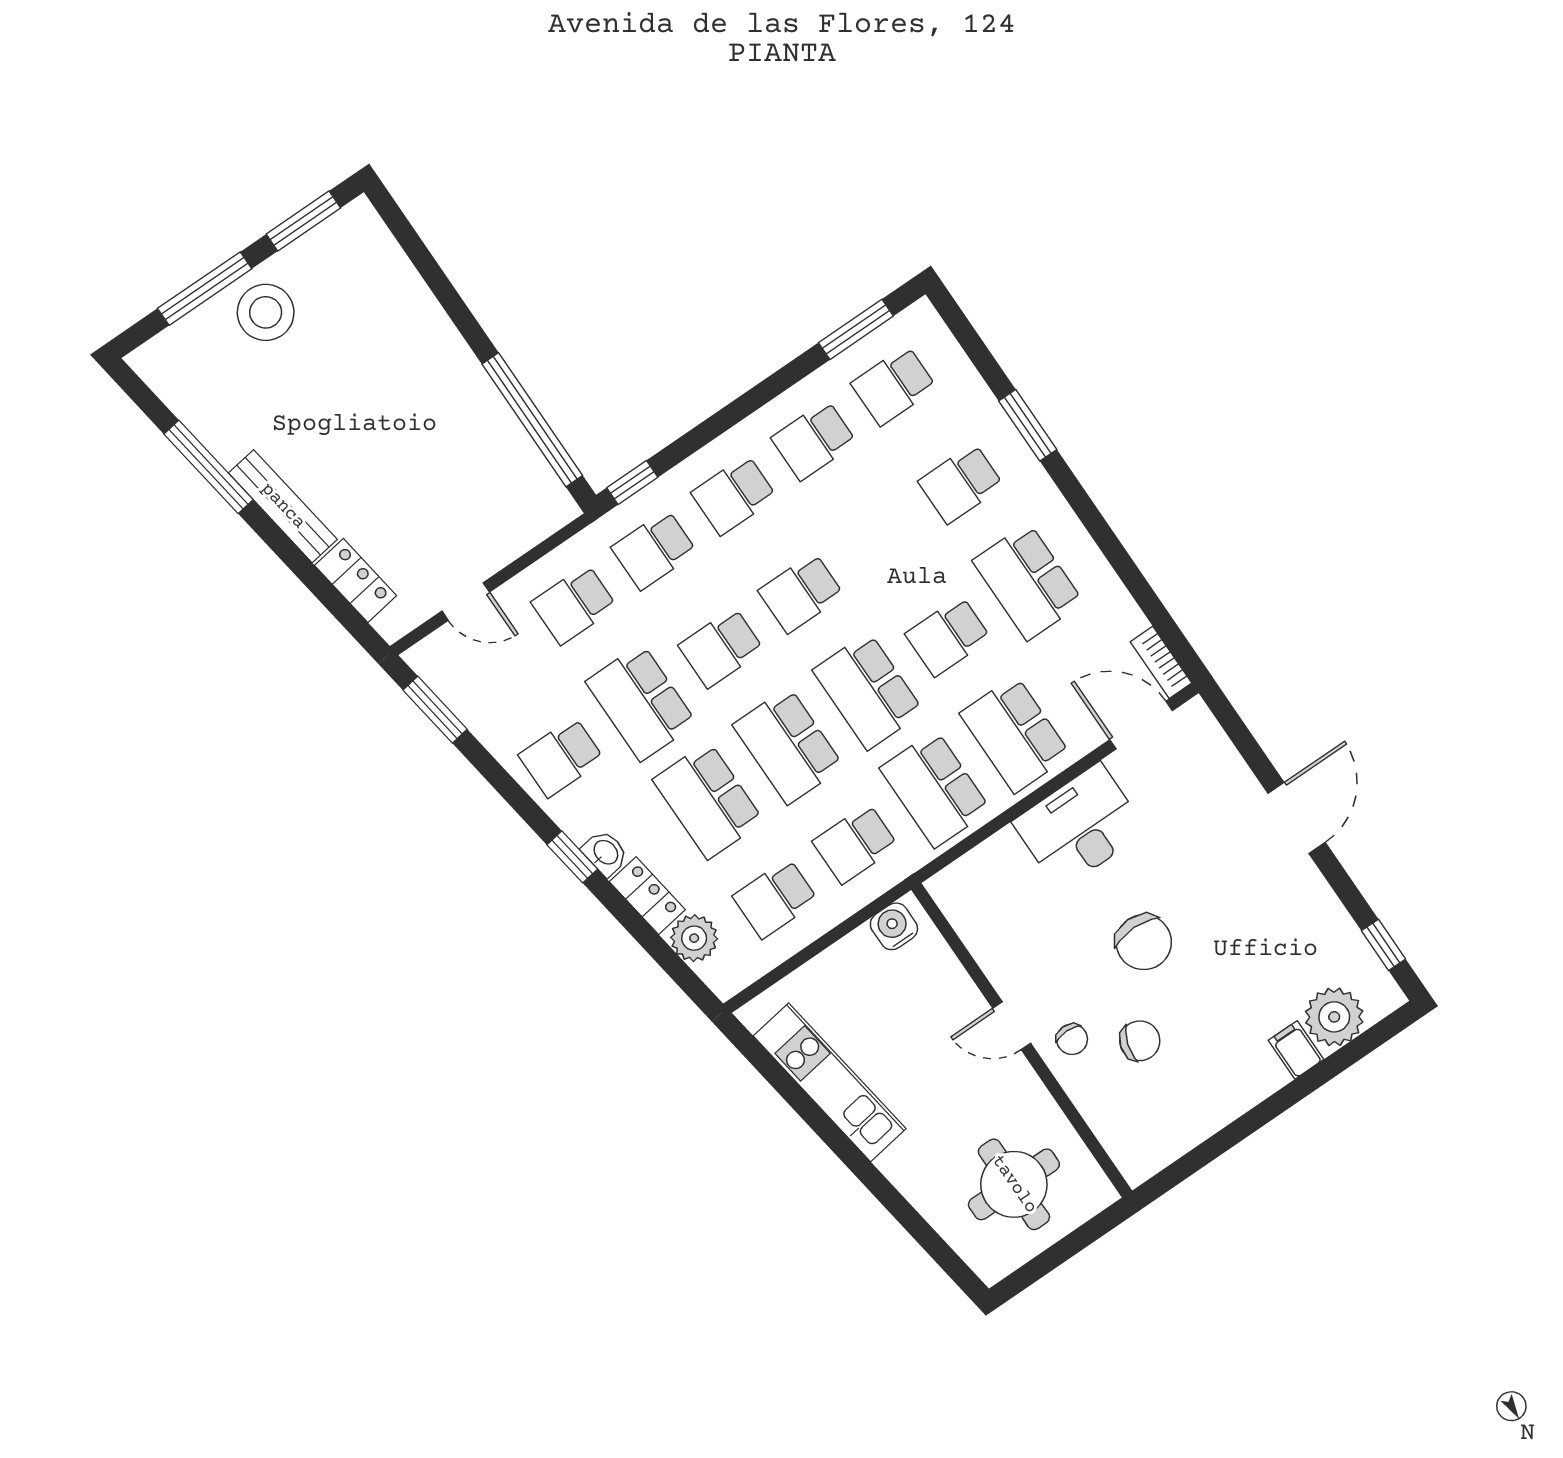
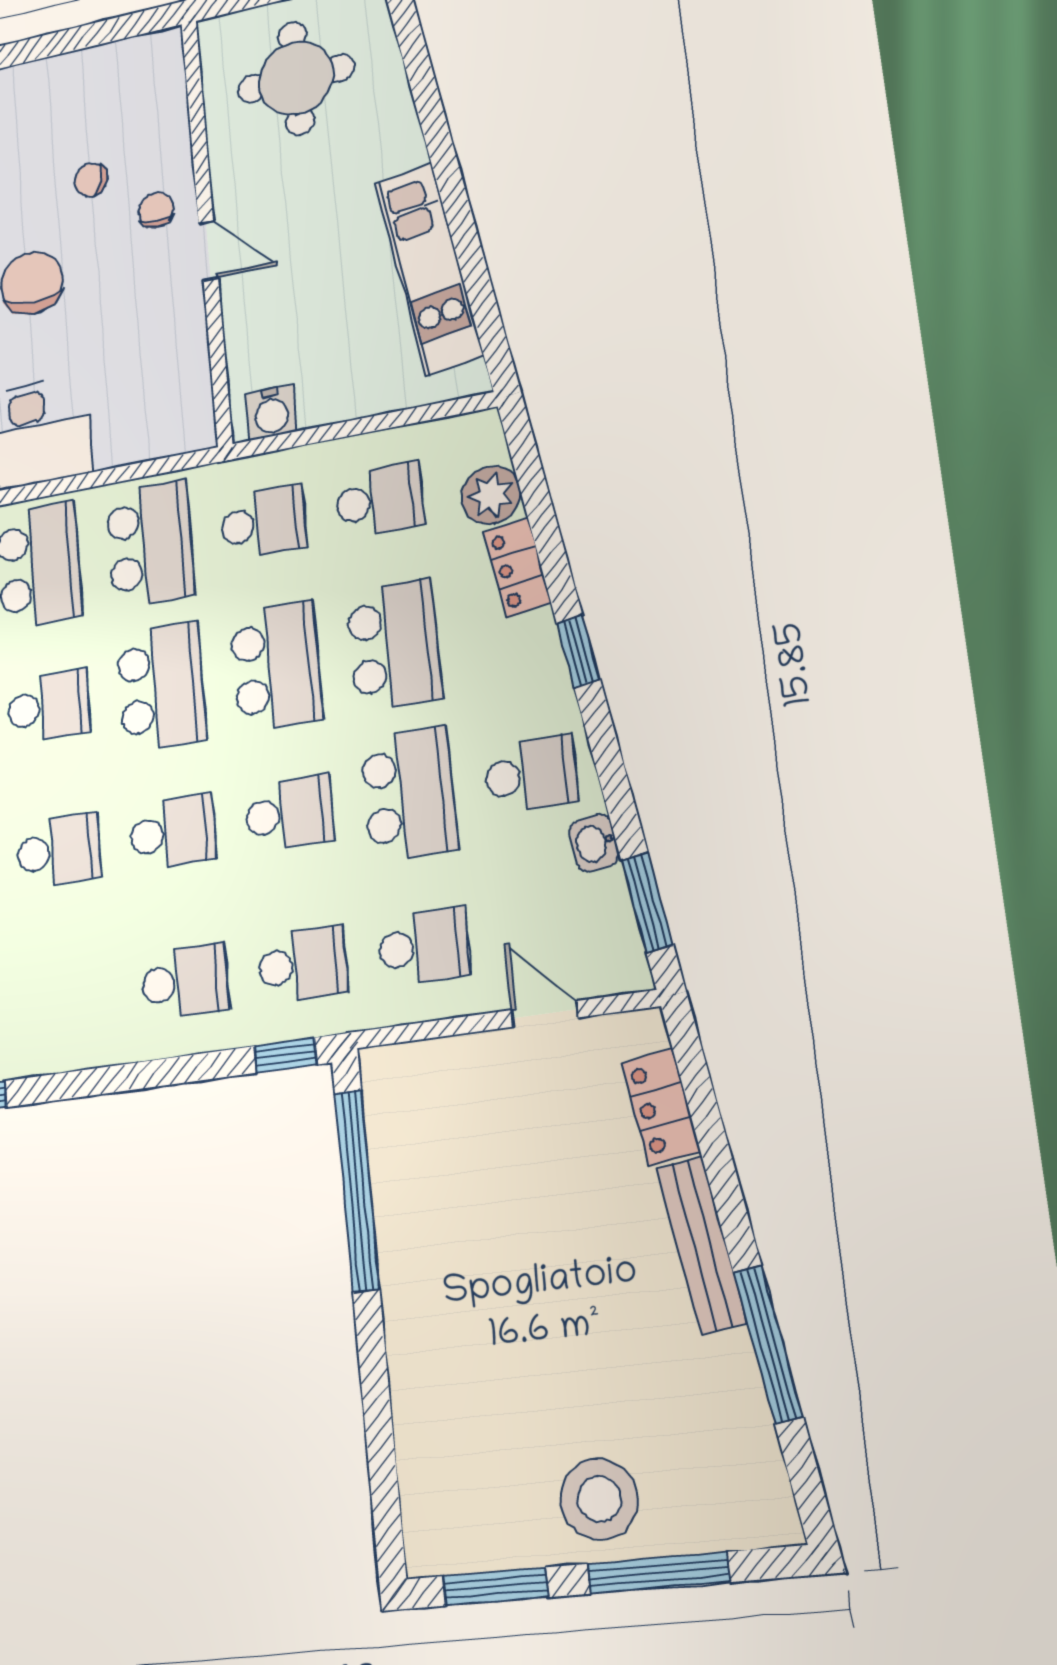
school desk: (814, 440) -> (59, 851), moved
washbasin: (605, 853) -> (594, 843), moved
chair: (1140, 1041) -> (91, 180), width x0.73, depth x0.73

